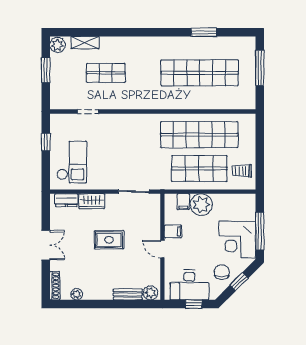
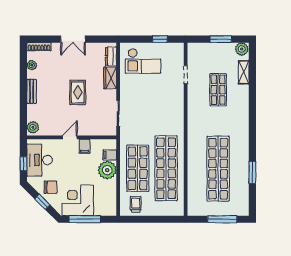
bench: (128, 294) -> (32, 91), moved

